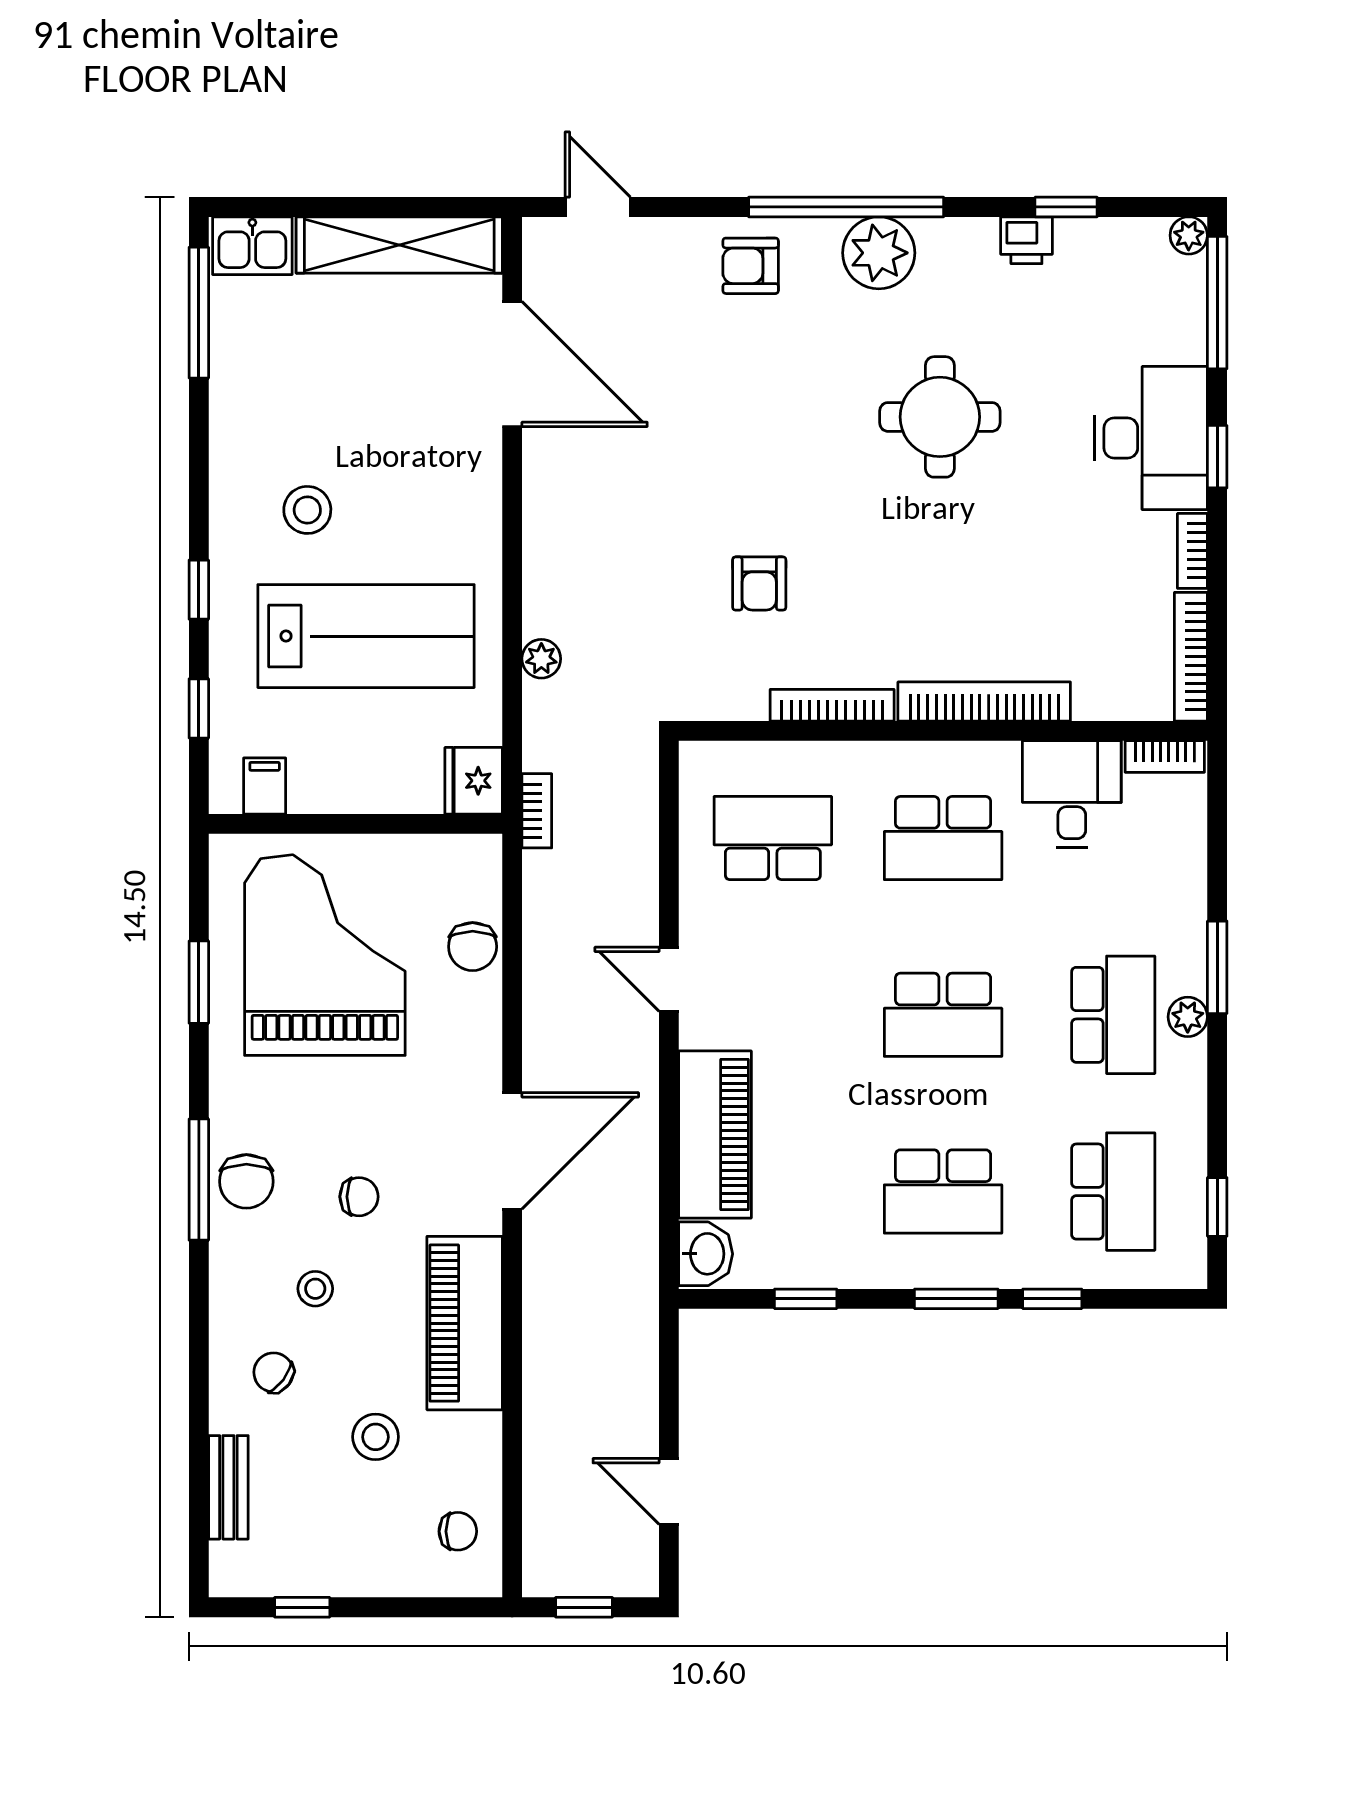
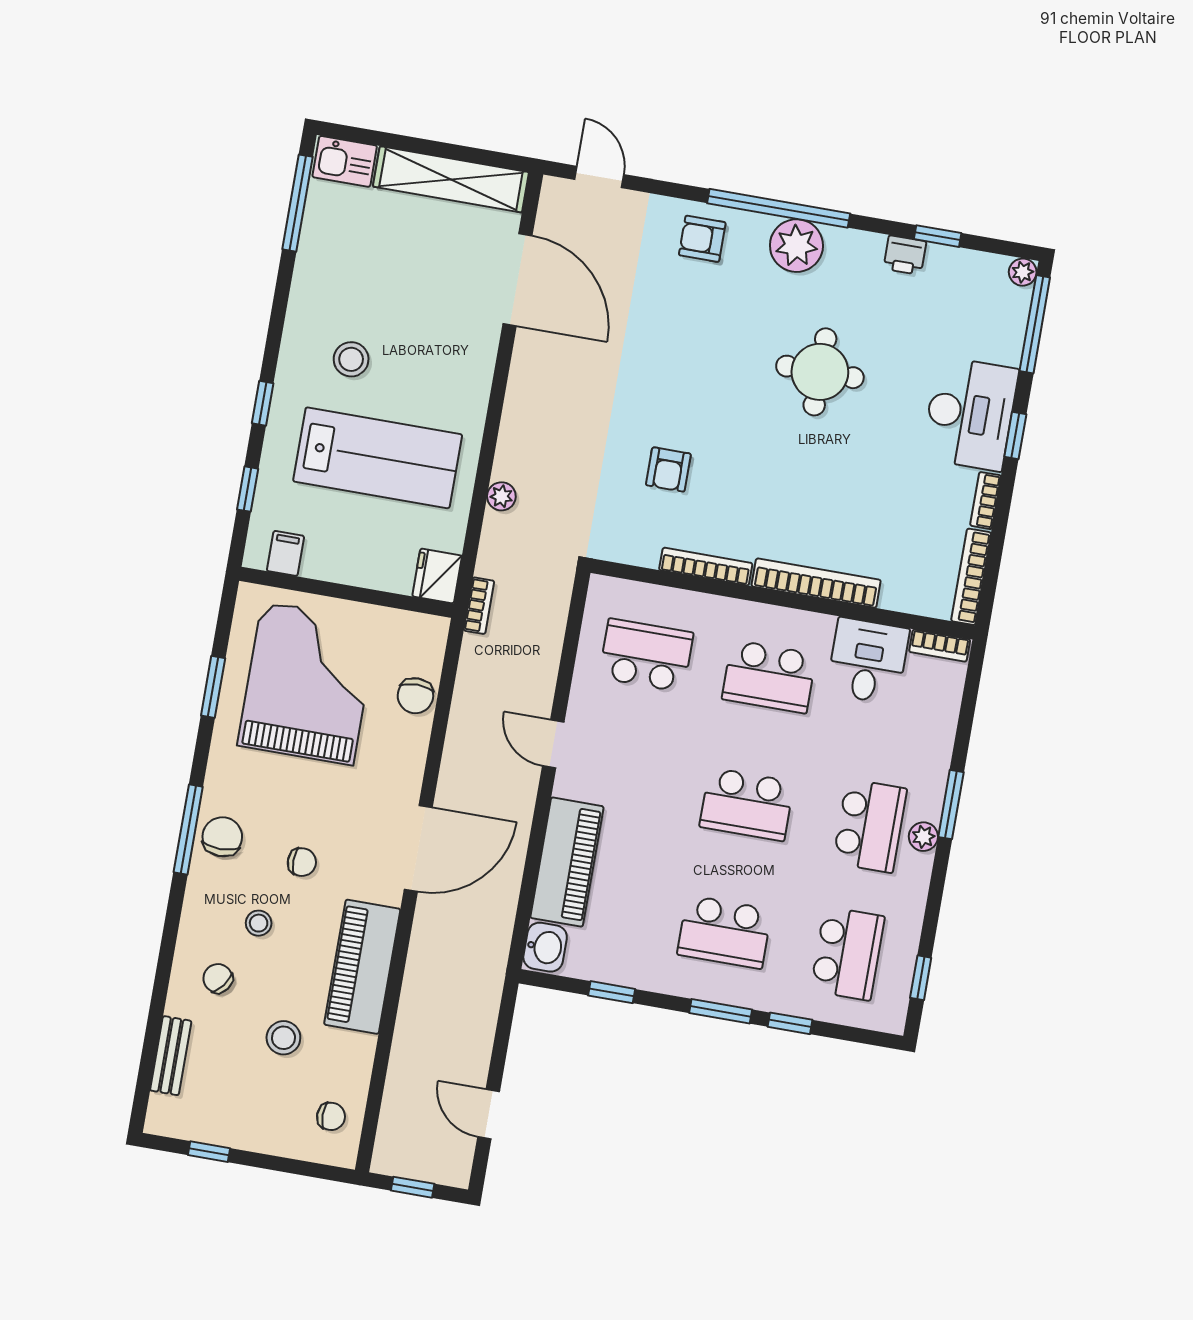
chair: (246, 1181) -> (222, 837), turned 180

